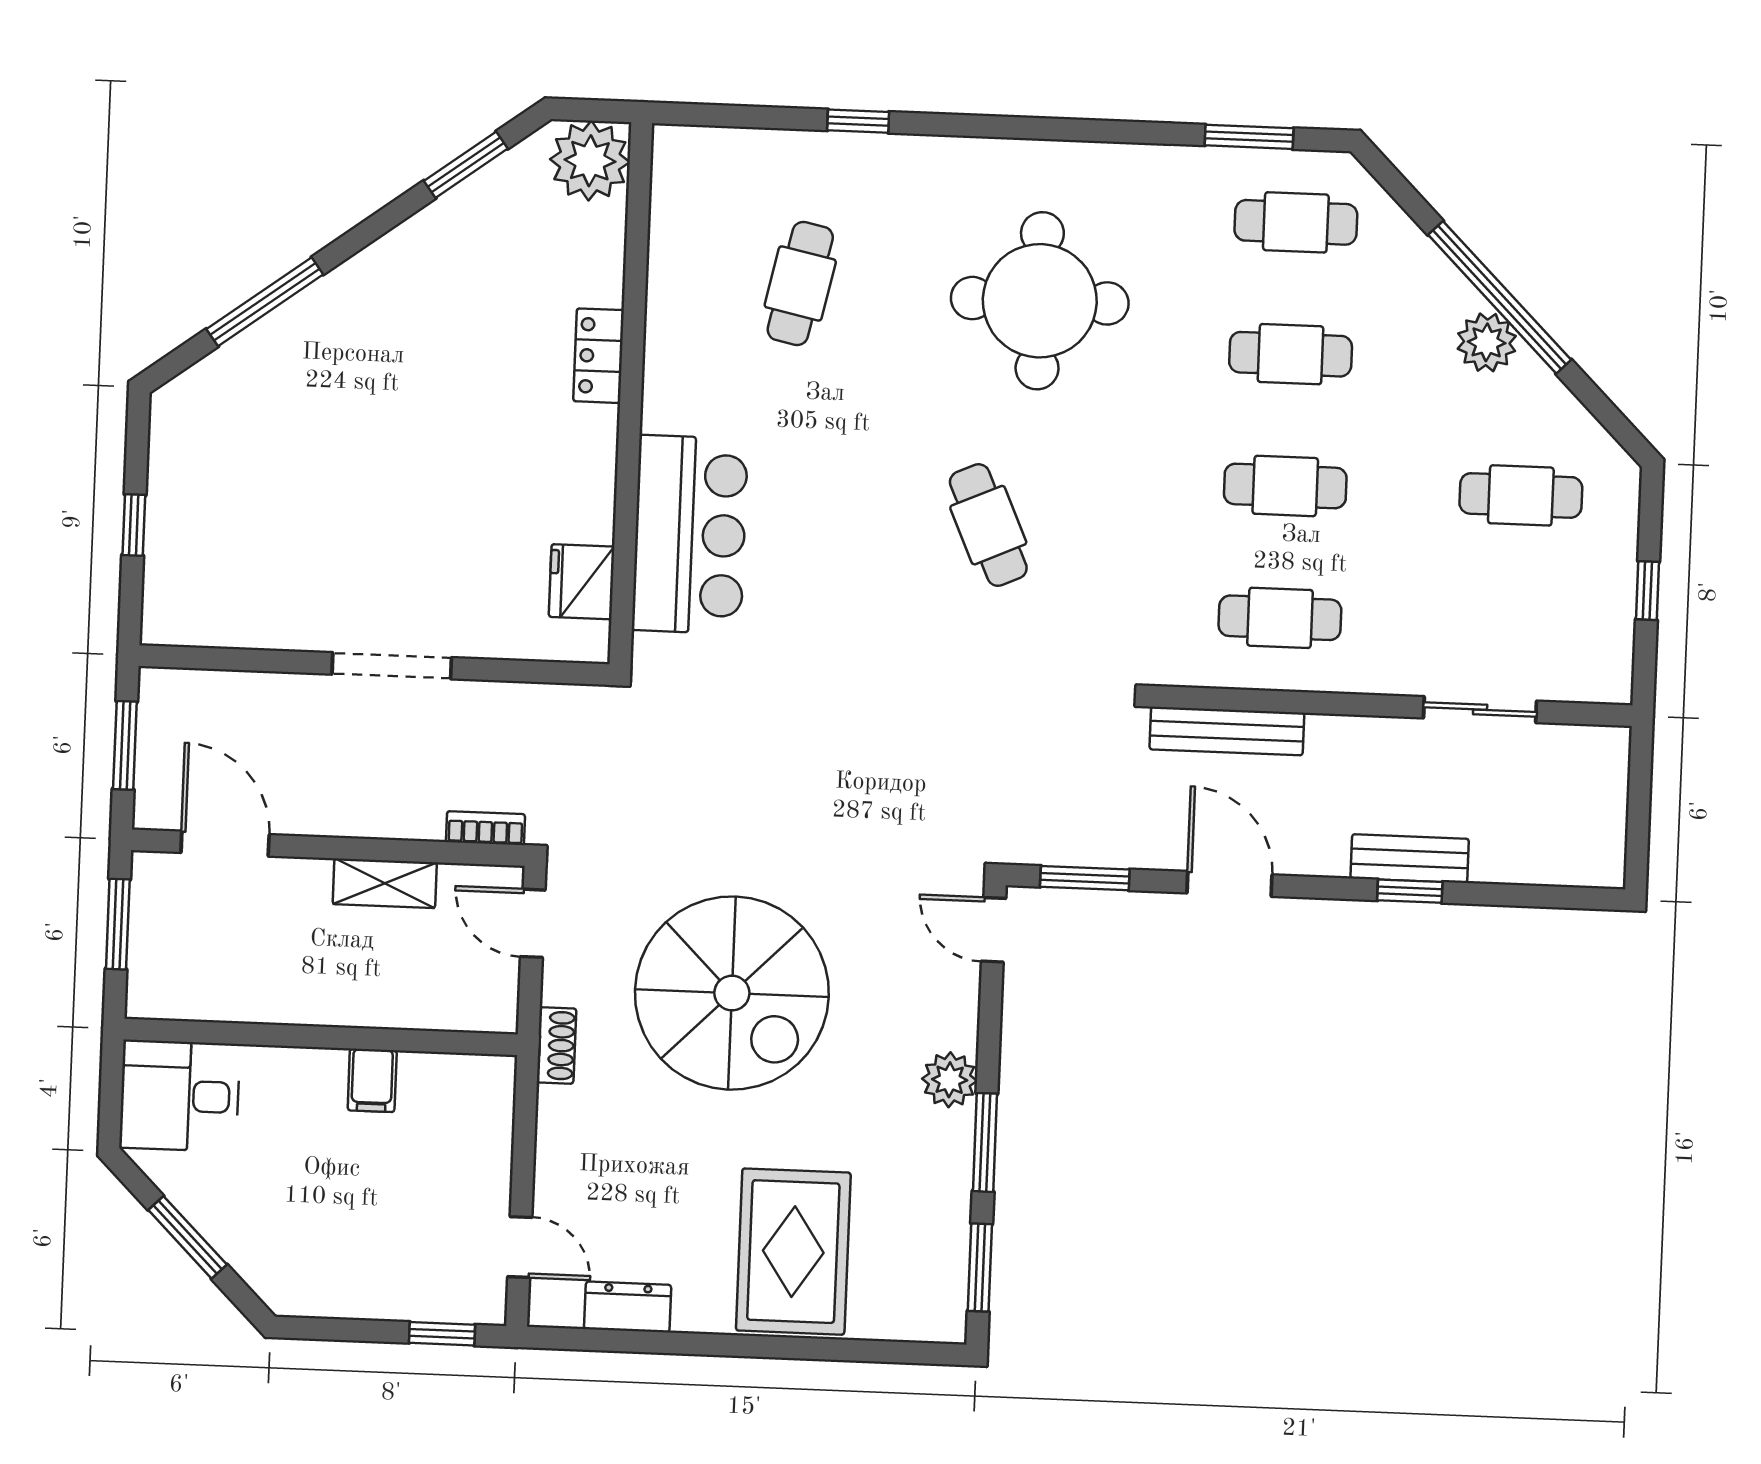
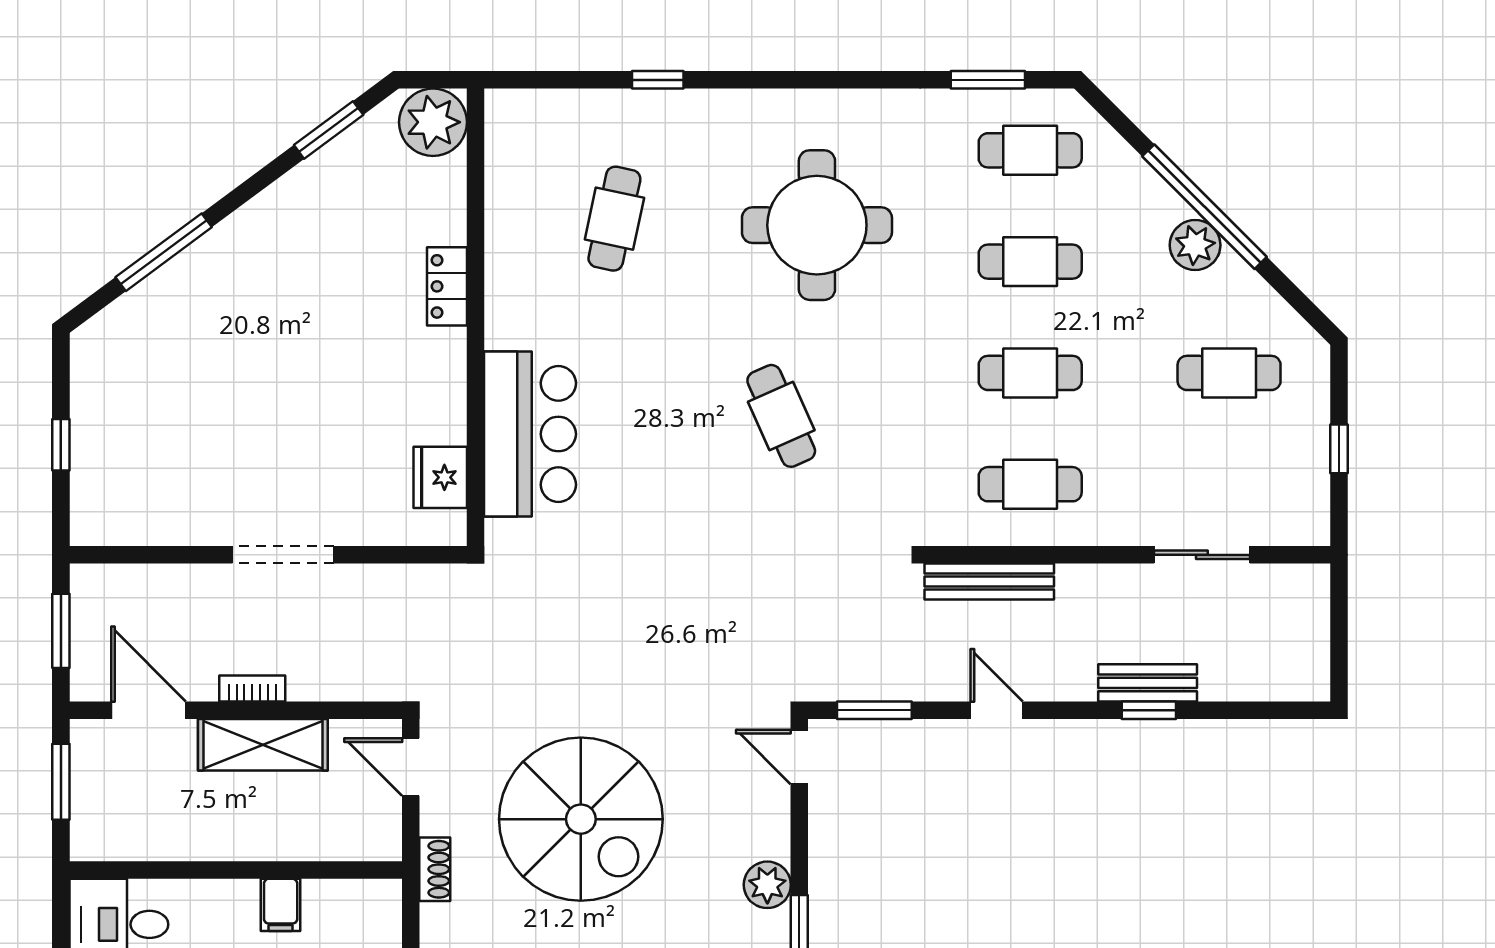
bookcase: (486, 828) -> (252, 688), moved
shelving: (385, 883) -> (263, 745), width x1.50, depth x1.33
door: (1229, 884) -> (997, 710), width x0.73

